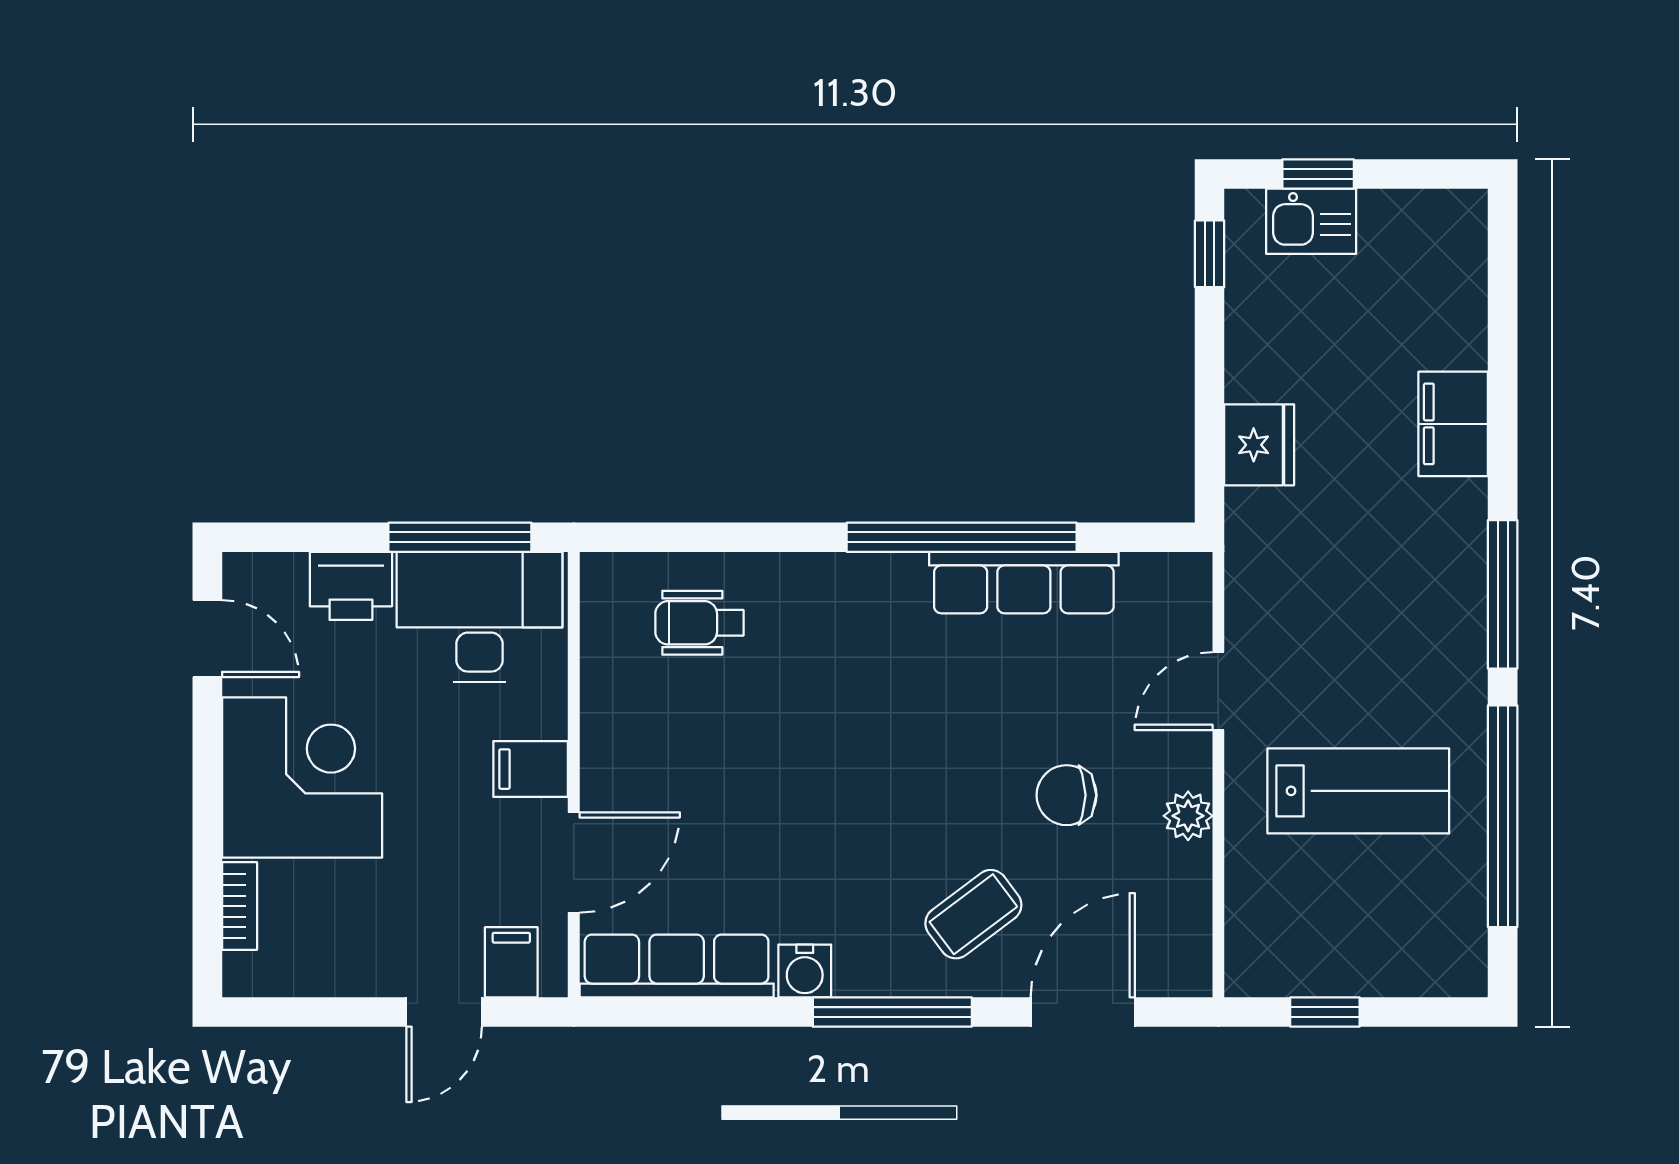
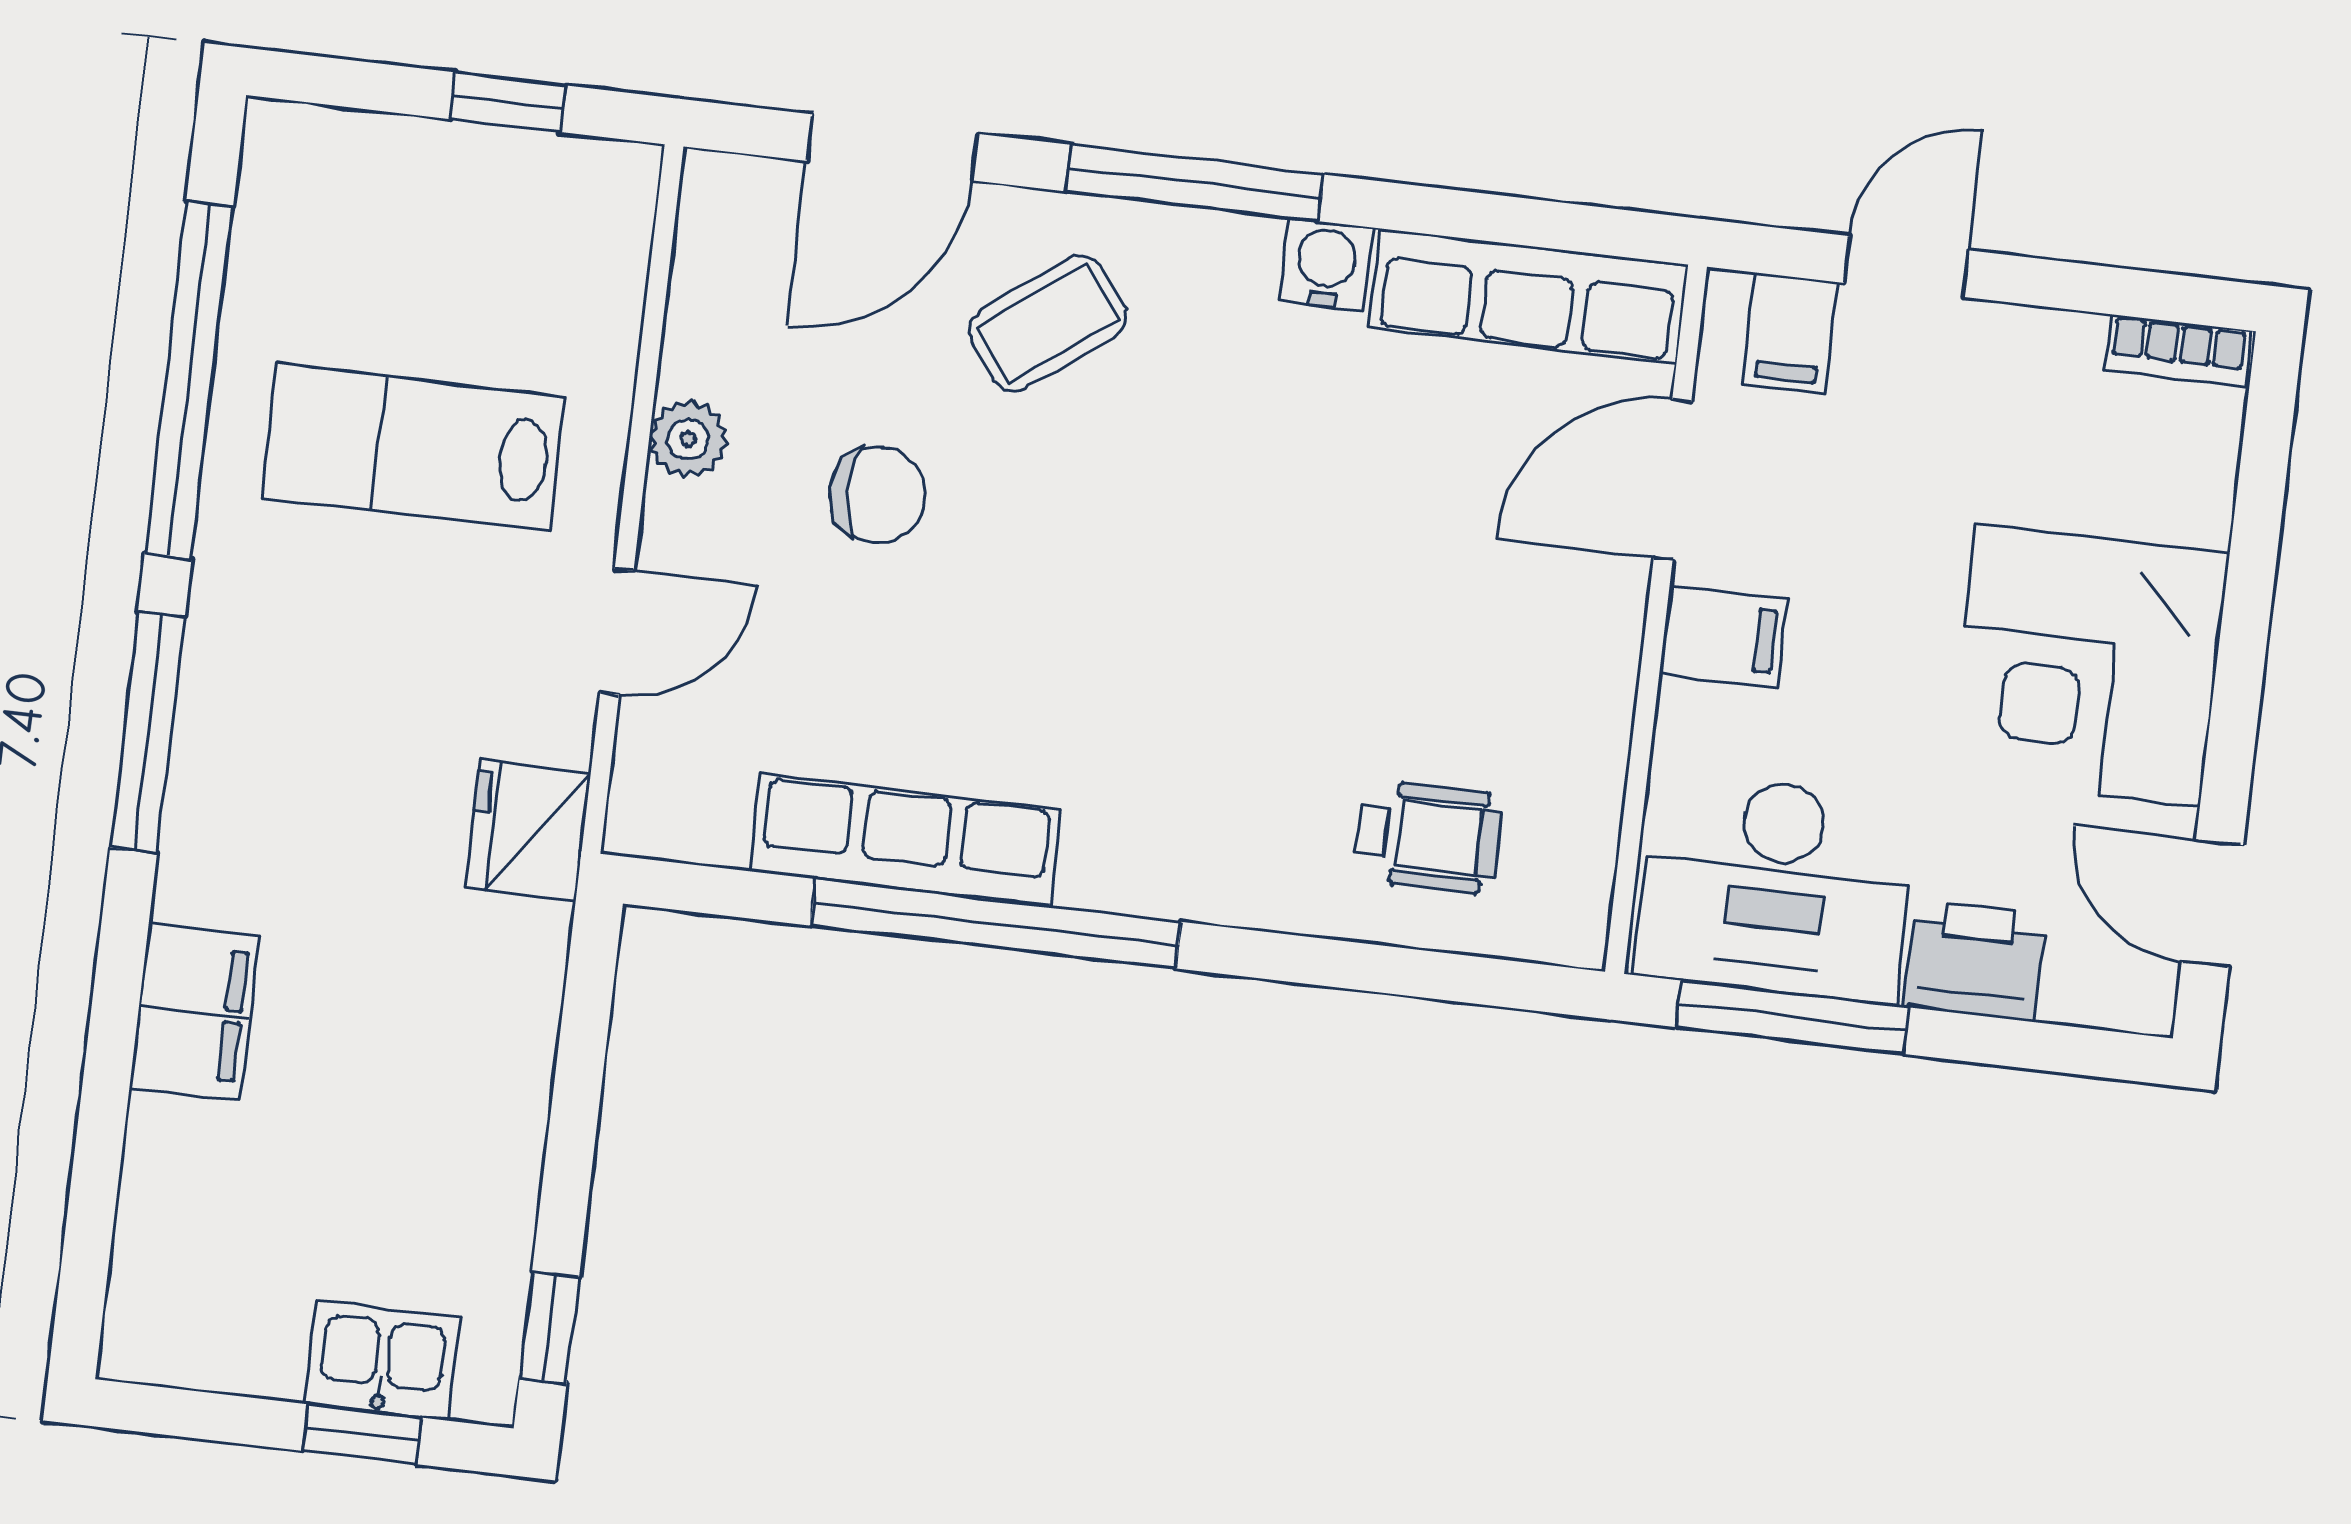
fridge: (1259, 445) -> (528, 831), moved
bookcase: (240, 906) -> (2178, 350), moved, turned -90

